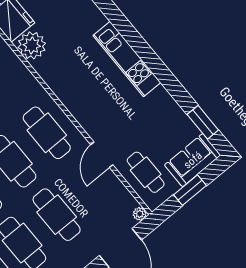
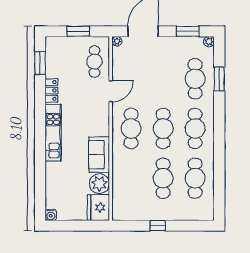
locker: (166, 103) -> (51, 90), added
sofa: (193, 160) -> (99, 155), moved, turned 90
cafe table: (57, 215) -> (163, 79), removed

